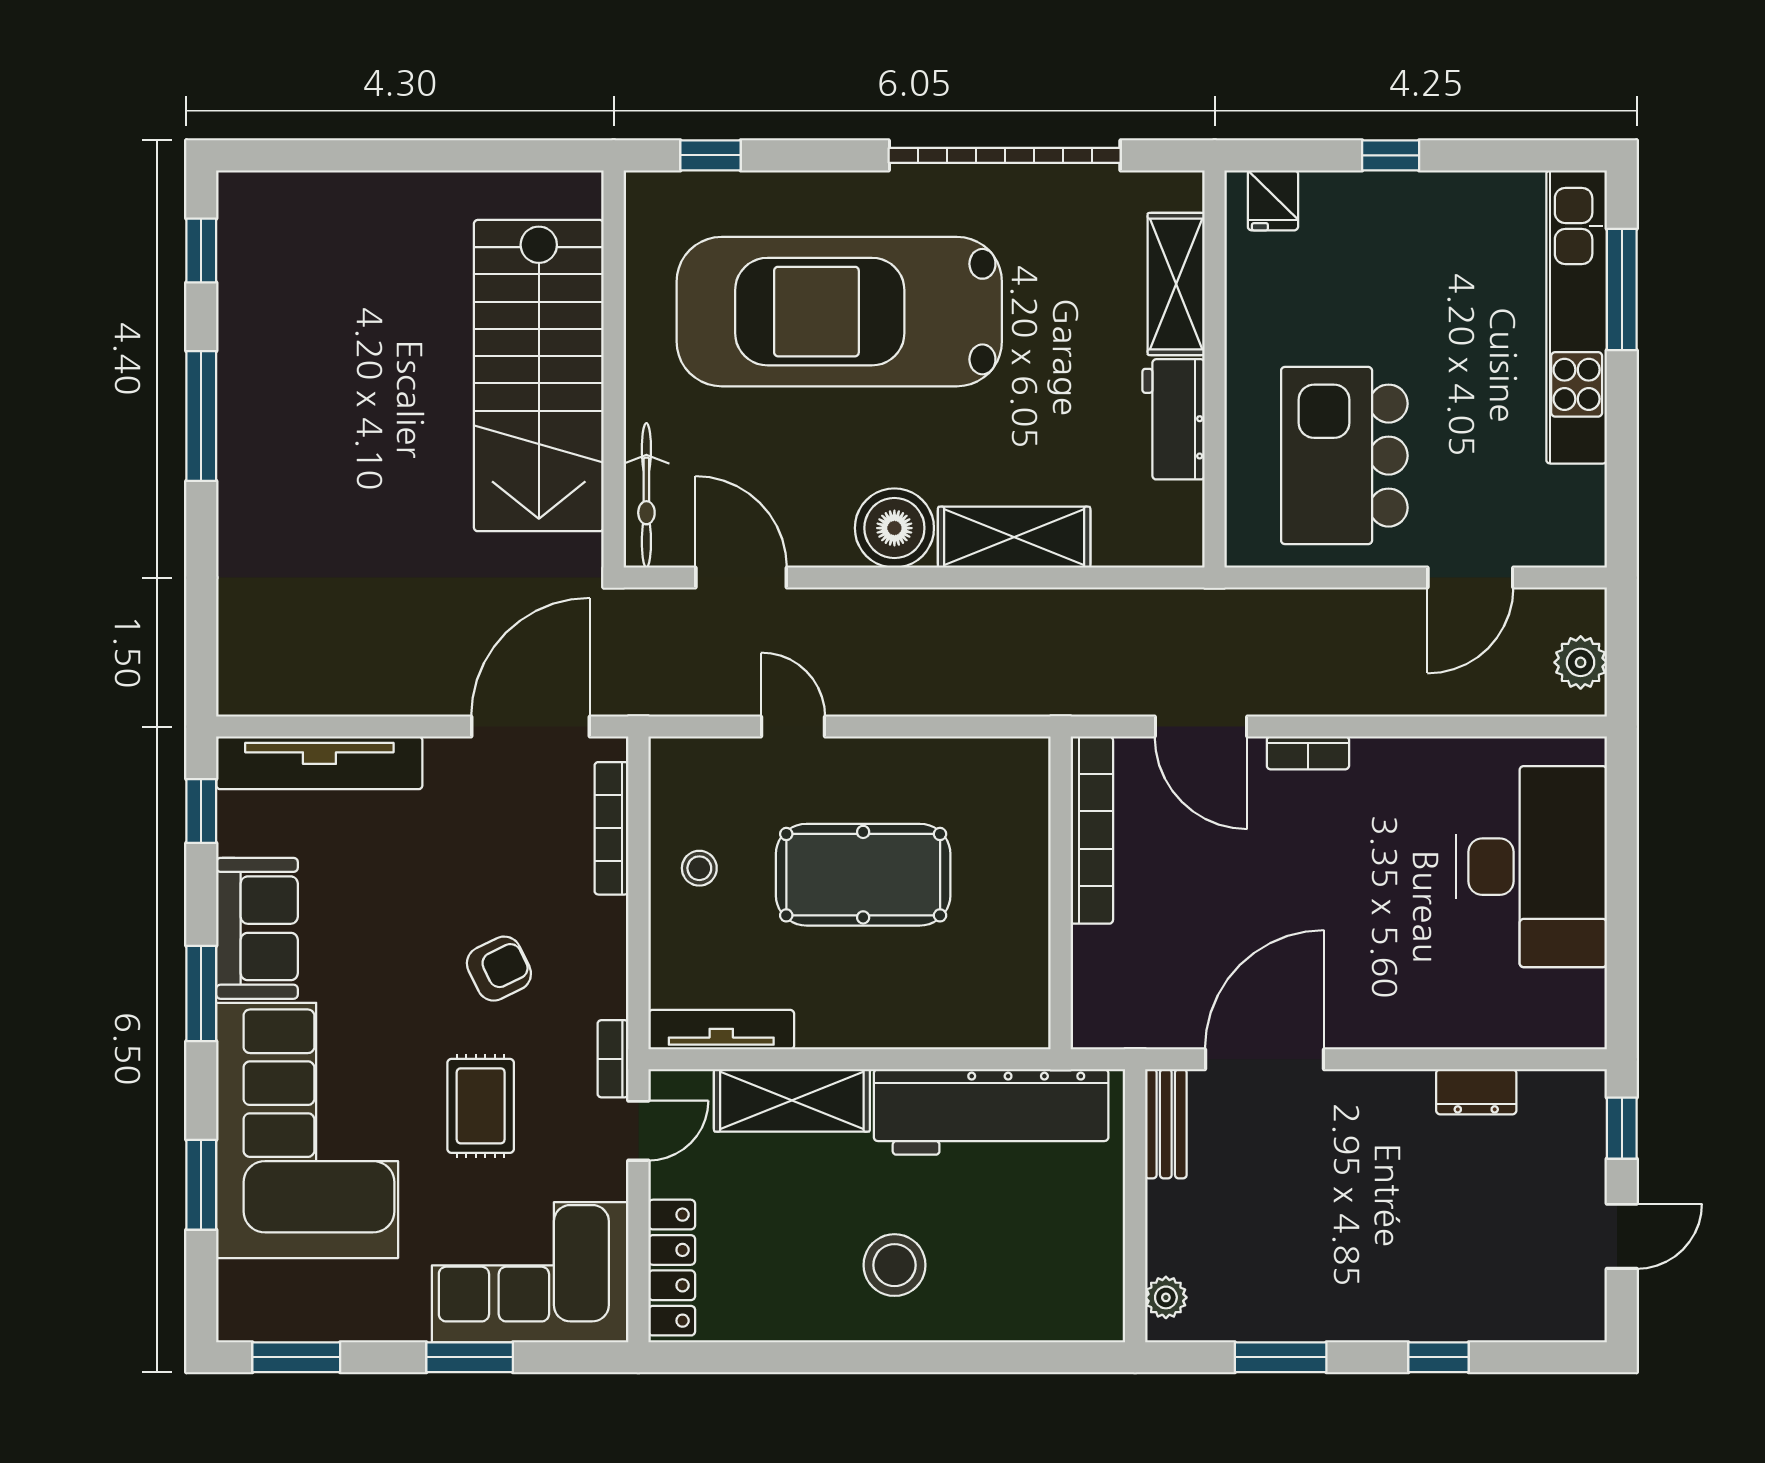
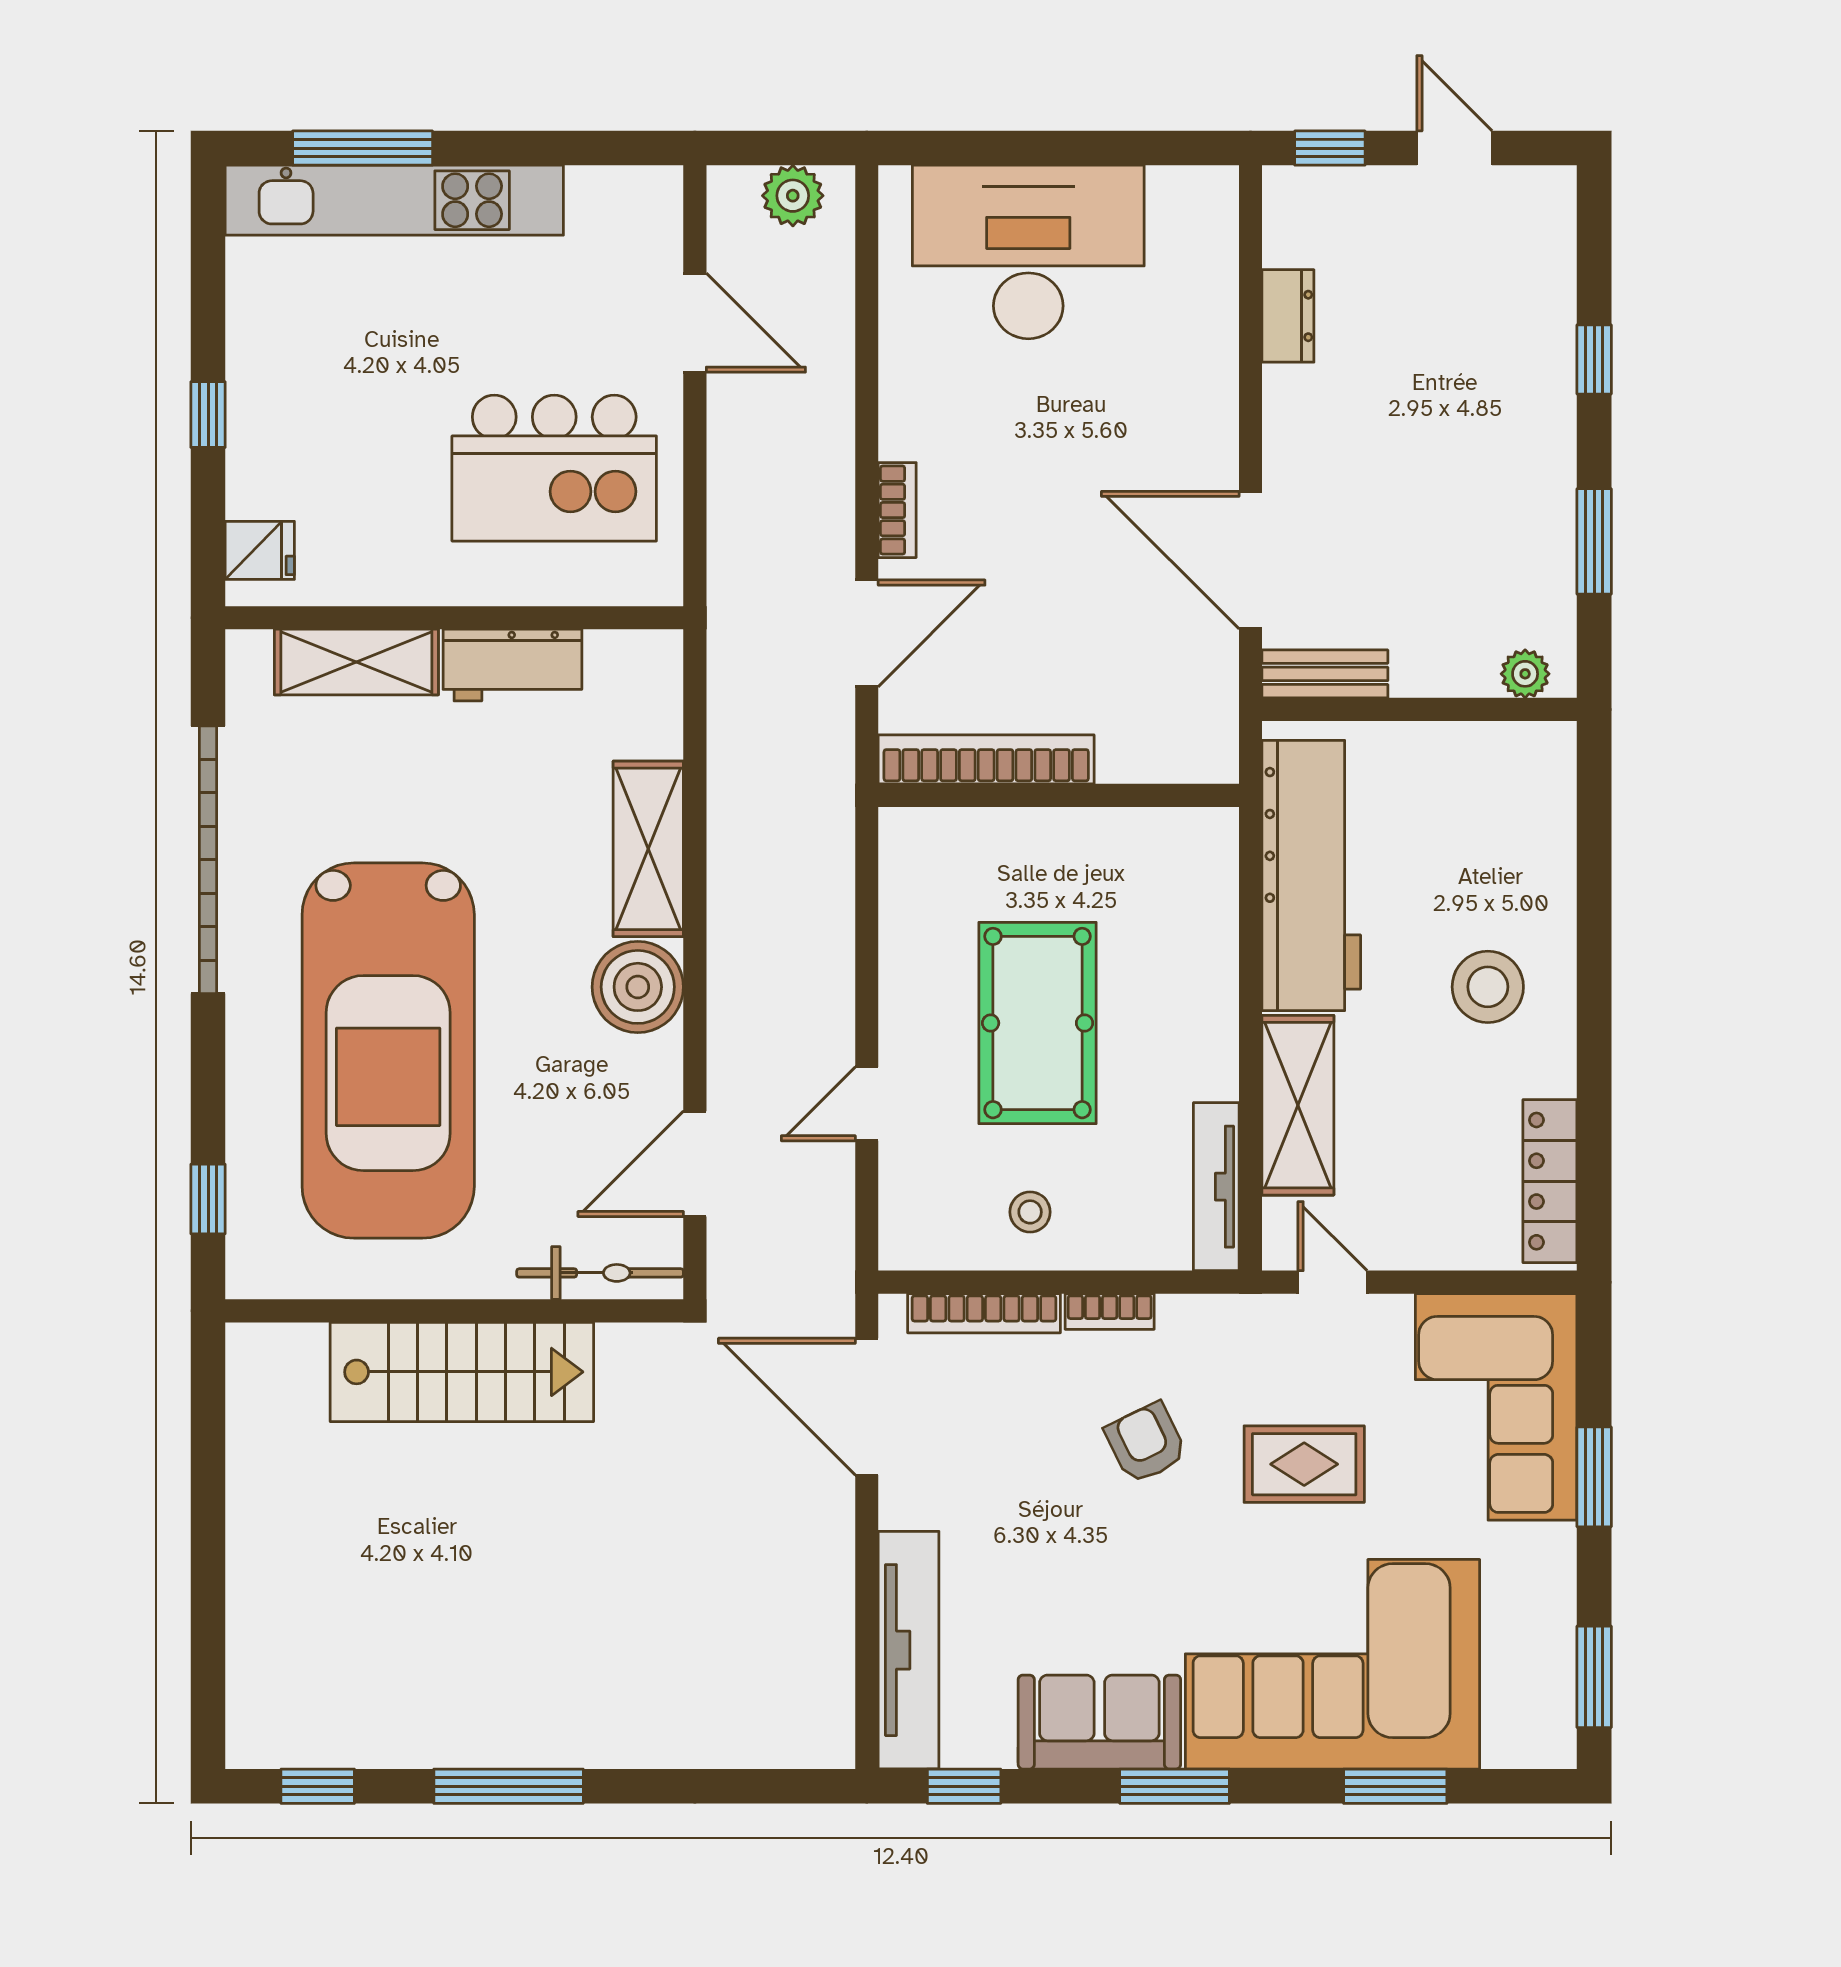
stairs: (539, 376) -> (462, 1372), width x0.73, depth x0.66
bookcase: (613, 1059) -> (1110, 1311), moved
locker: (672, 1268) -> (1550, 1181), moved, turned -90

